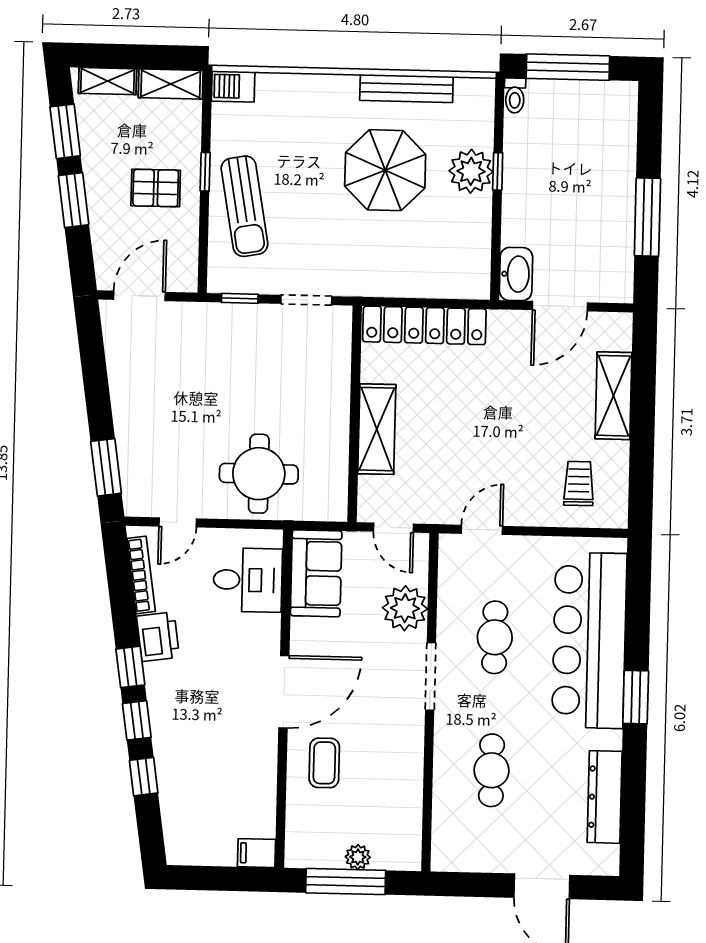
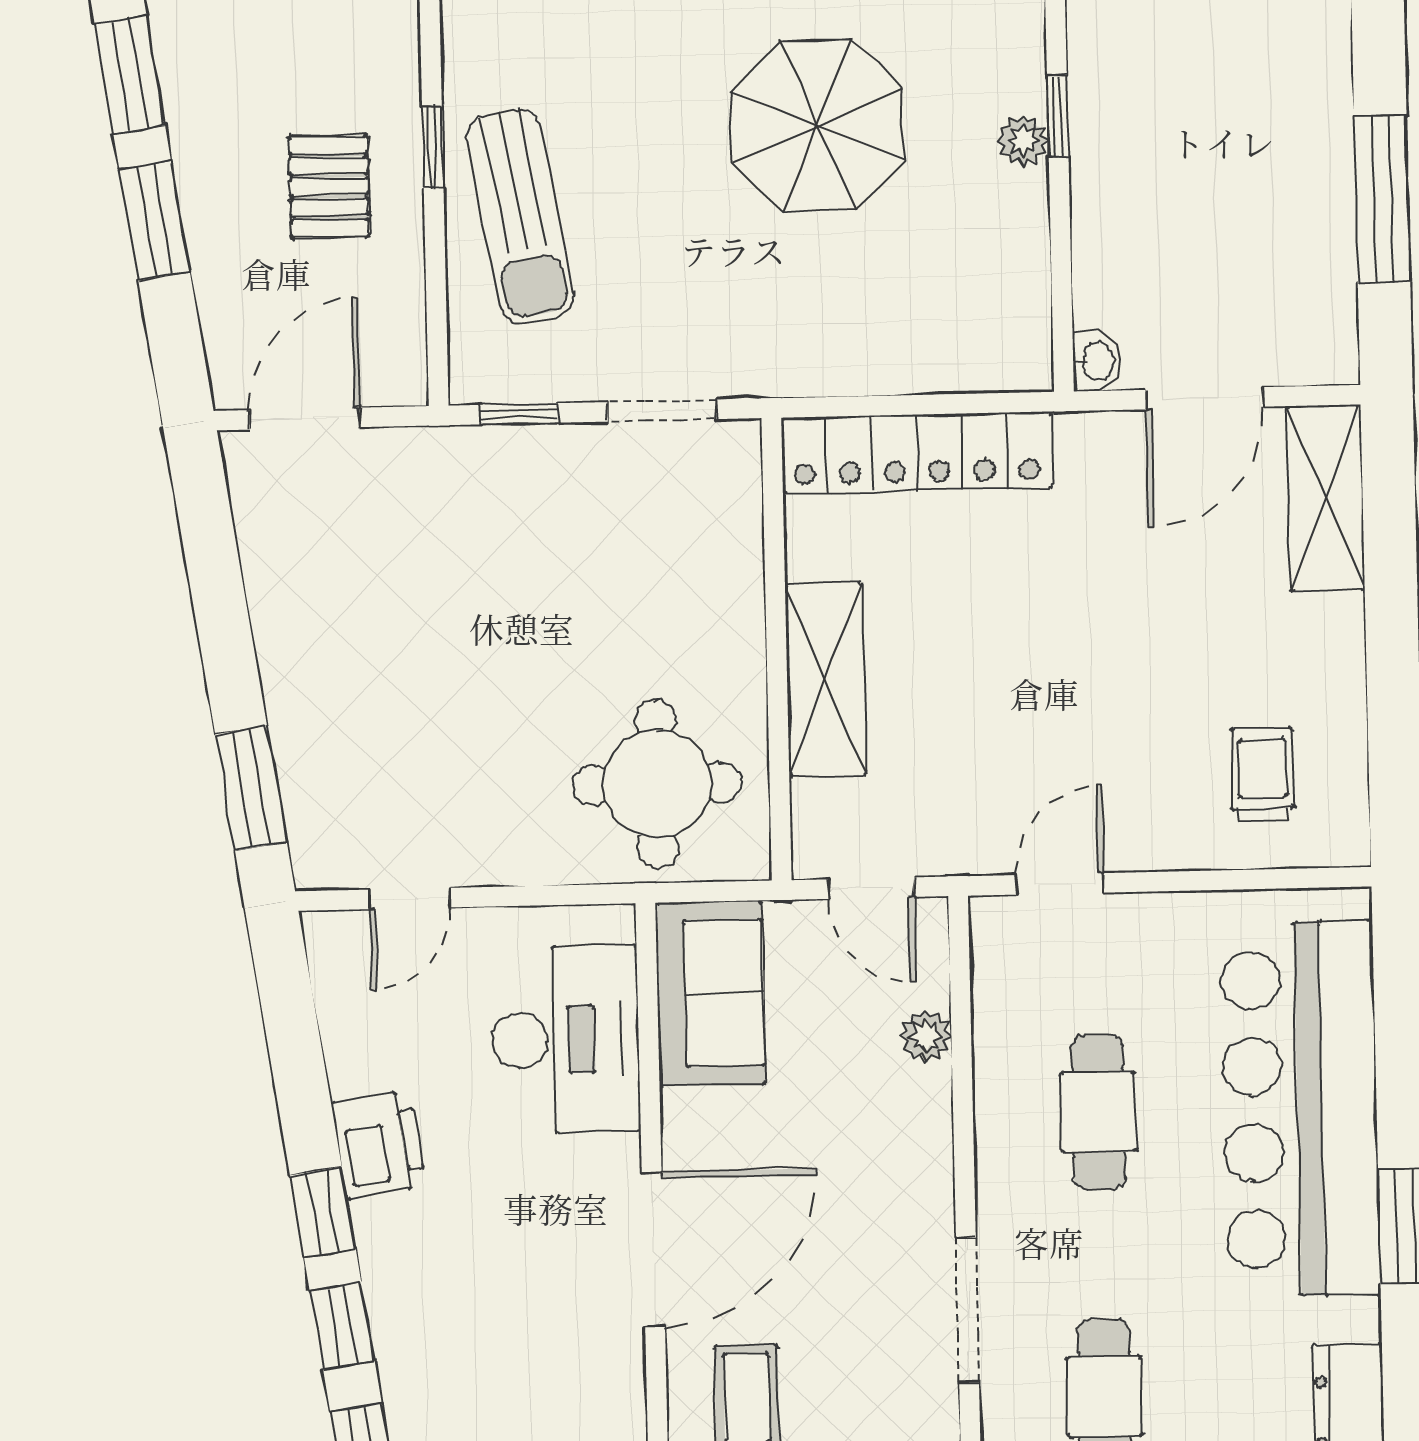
plant: (471, 171) -> (1023, 141), width x0.53, depth x0.53
pallet: (156, 188) -> (329, 187), turned 90
washbasin: (516, 274) -> (1097, 361), width x0.52, depth x0.69
shelving: (614, 396) -> (1326, 498), moved
round table: (259, 474) -> (657, 784), moved
bookcase: (141, 575) -> (337, 1015), removed
desk: (248, 580) -> (566, 1040), width x1.37
plant: (405, 608) -> (926, 1036), width x0.53, depth x0.53
doorway: (430, 676) -> (967, 1310), moved

